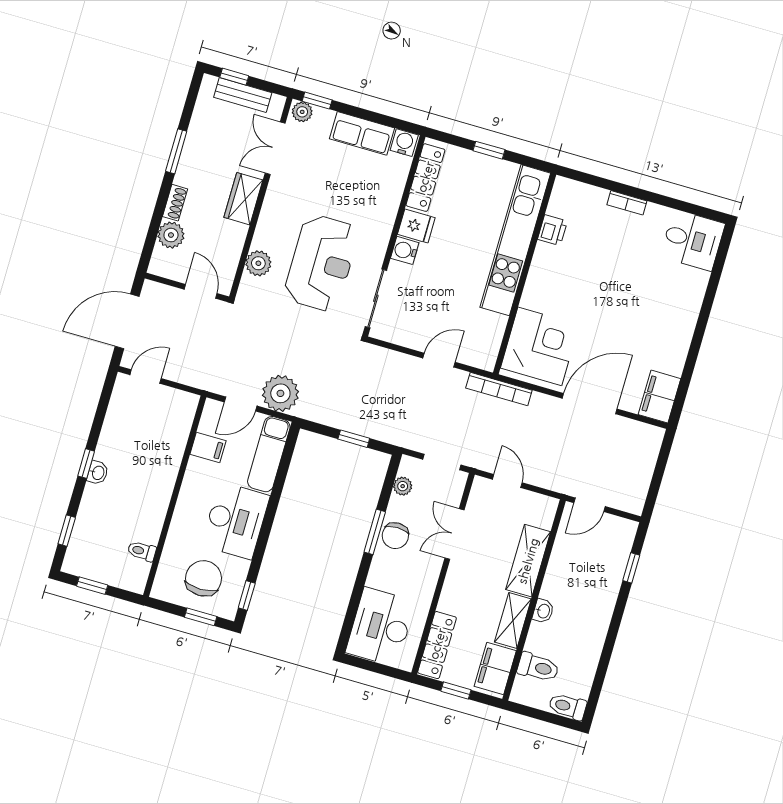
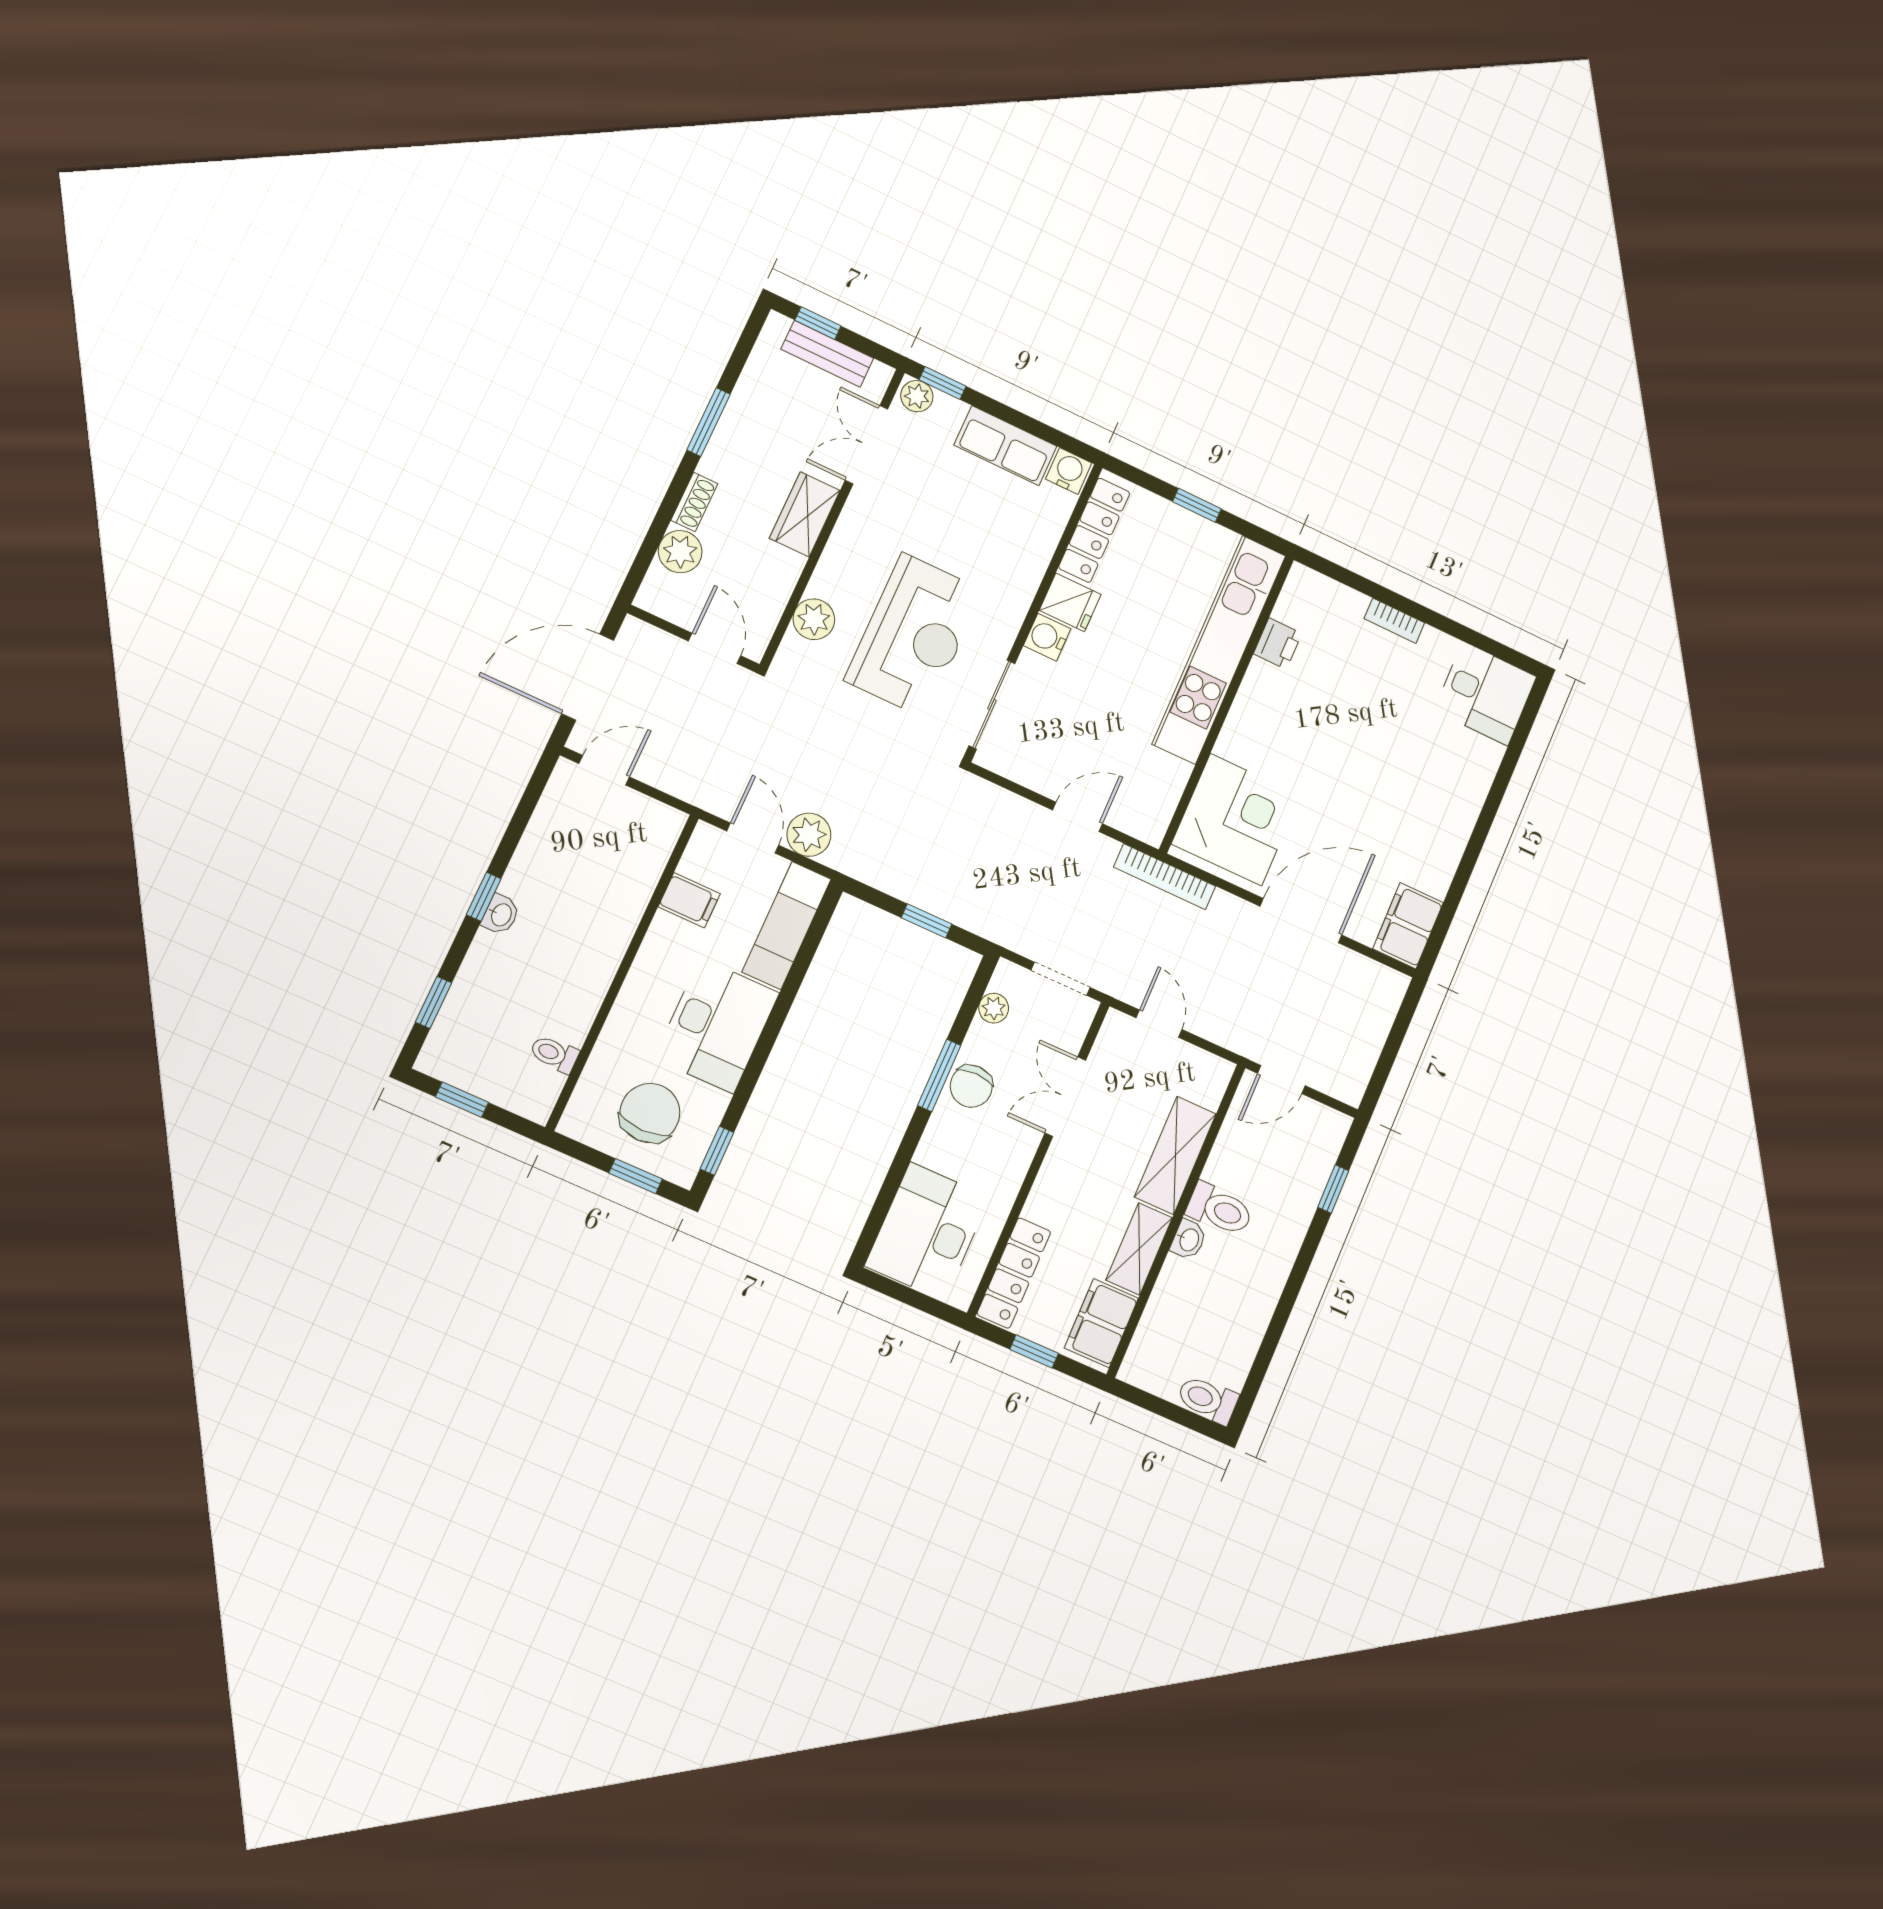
plant: (280, 393) -> (809, 835), width x0.73, depth x0.73
door: (241, 404) -> (753, 838), swing flipped
toilet: (538, 667) -> (1220, 1209), moved

